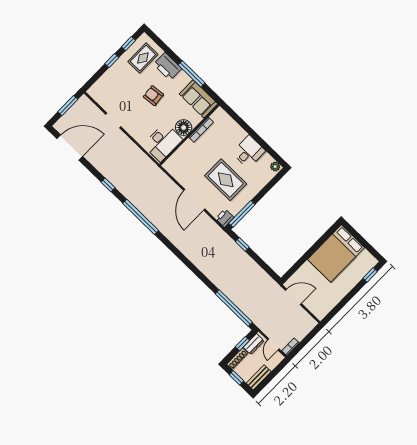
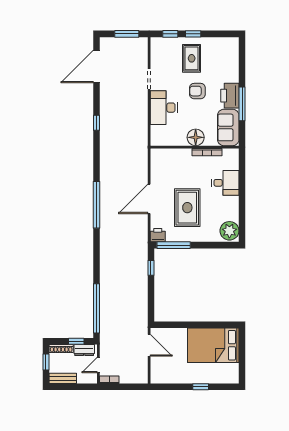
window: (129, 44) -> (170, 34), moved
rug: (143, 58) -> (192, 58), moved, turned 90
printer: (168, 66) -> (230, 96), moved
armchair: (153, 96) -> (197, 91), turned -84
desk: (163, 142) -> (164, 108), moved, turned 90
door: (70, 148) -> (97, 66), swing flipped
desk: (249, 152) -> (225, 183), moved
plant: (275, 166) -> (229, 231), width x1.88, depth x1.88
window: (141, 217) -> (97, 205), moved
window: (370, 275) -> (201, 387), moved

